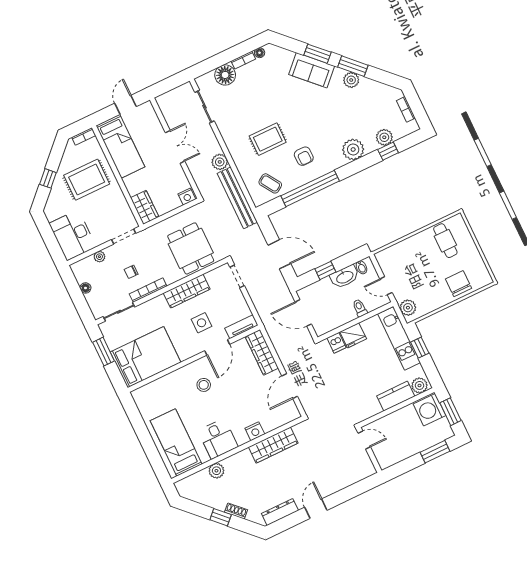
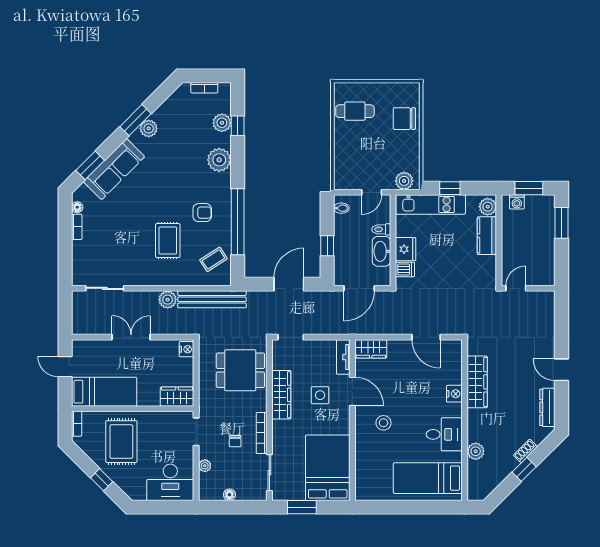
window: (317, 54) -> (90, 165), moved
sofa: (312, 70) -> (114, 169), width x1.36
floor lamp: (225, 75) -> (83, 252), removed
washbasin: (345, 277) -> (381, 251), moved, turned 180
wardrobe: (262, 352) -> (371, 349), width x0.67
washing machine: (429, 410) -> (517, 202), width x0.53, depth x0.53

